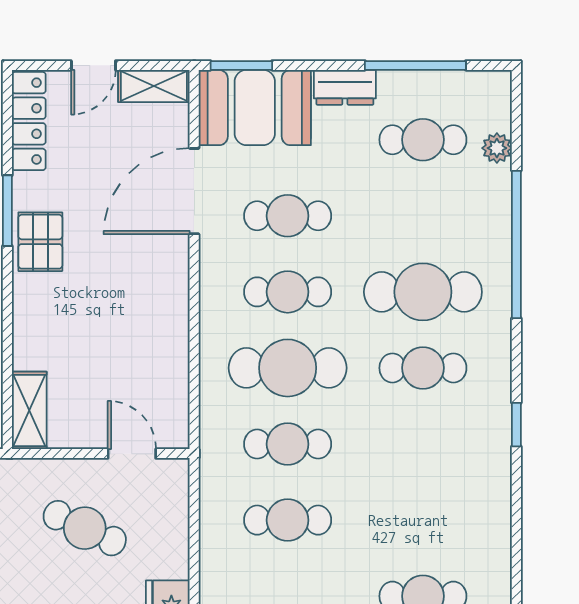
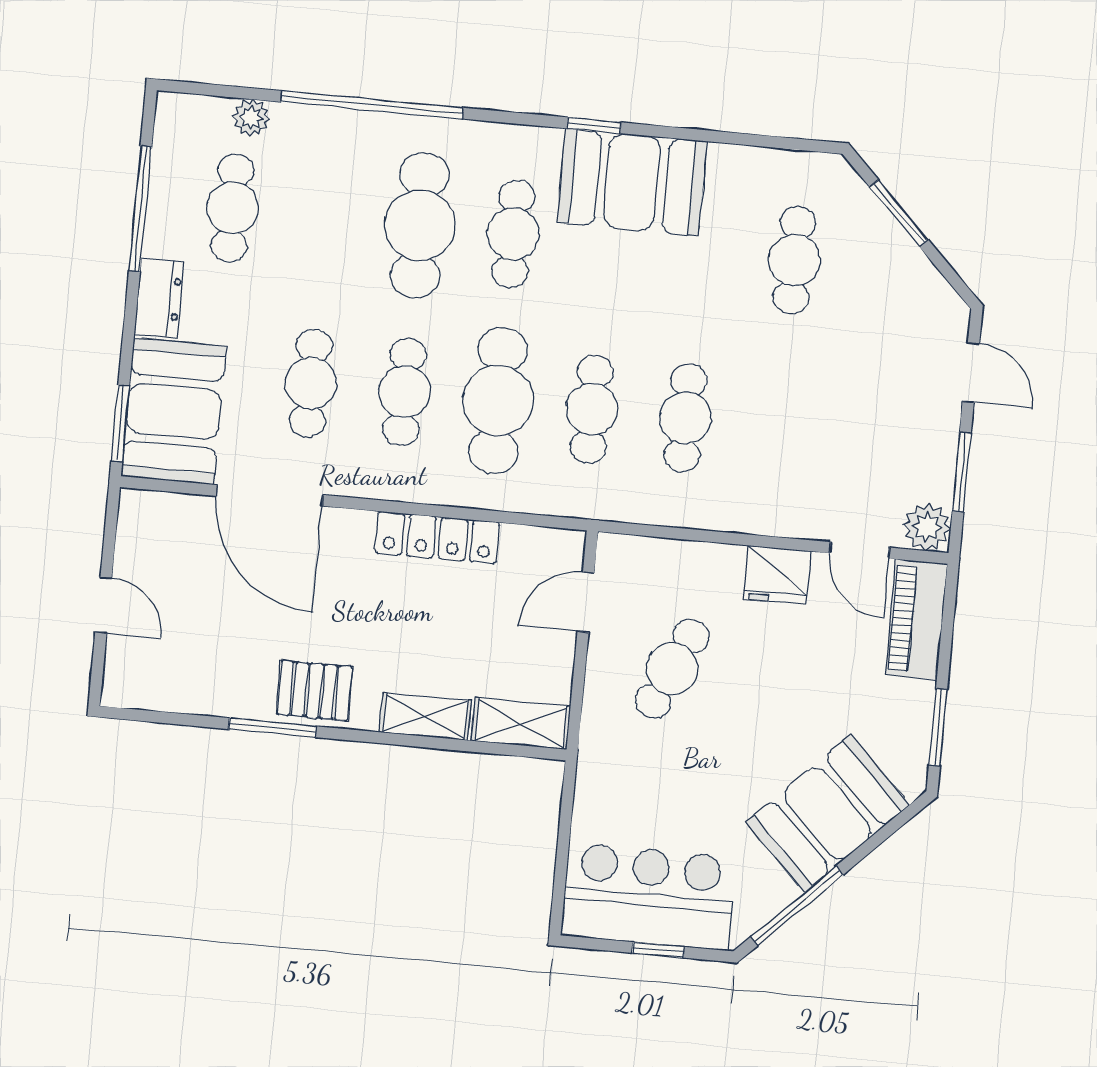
shelving: (154, 86) -> (425, 716), moved, turned 90
locker: (29, 121) -> (437, 538), moved, turned 180
booth: (474, 459) -> (632, 182), added

